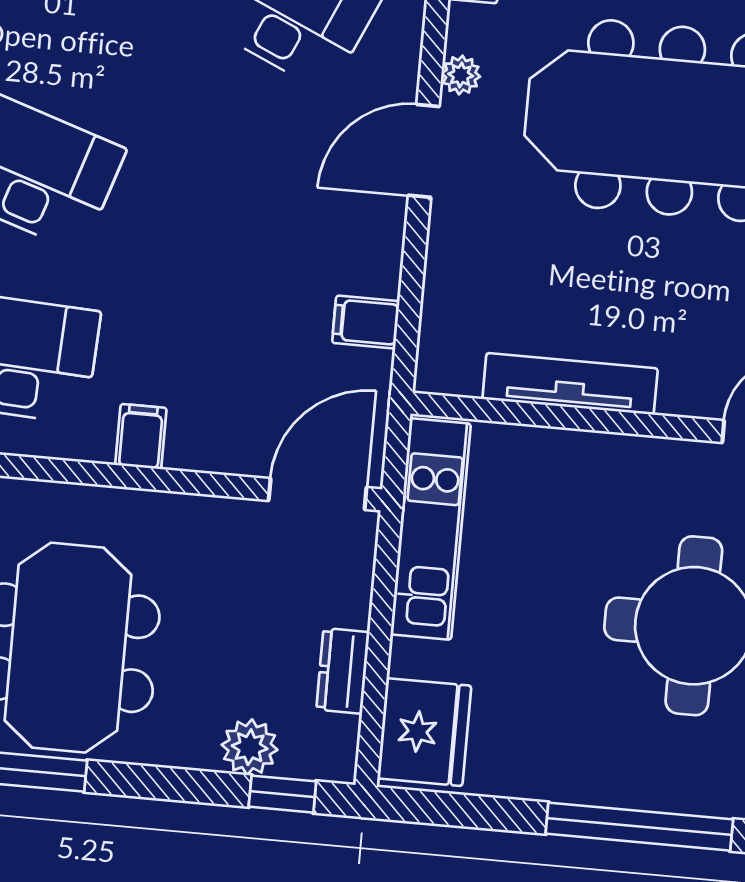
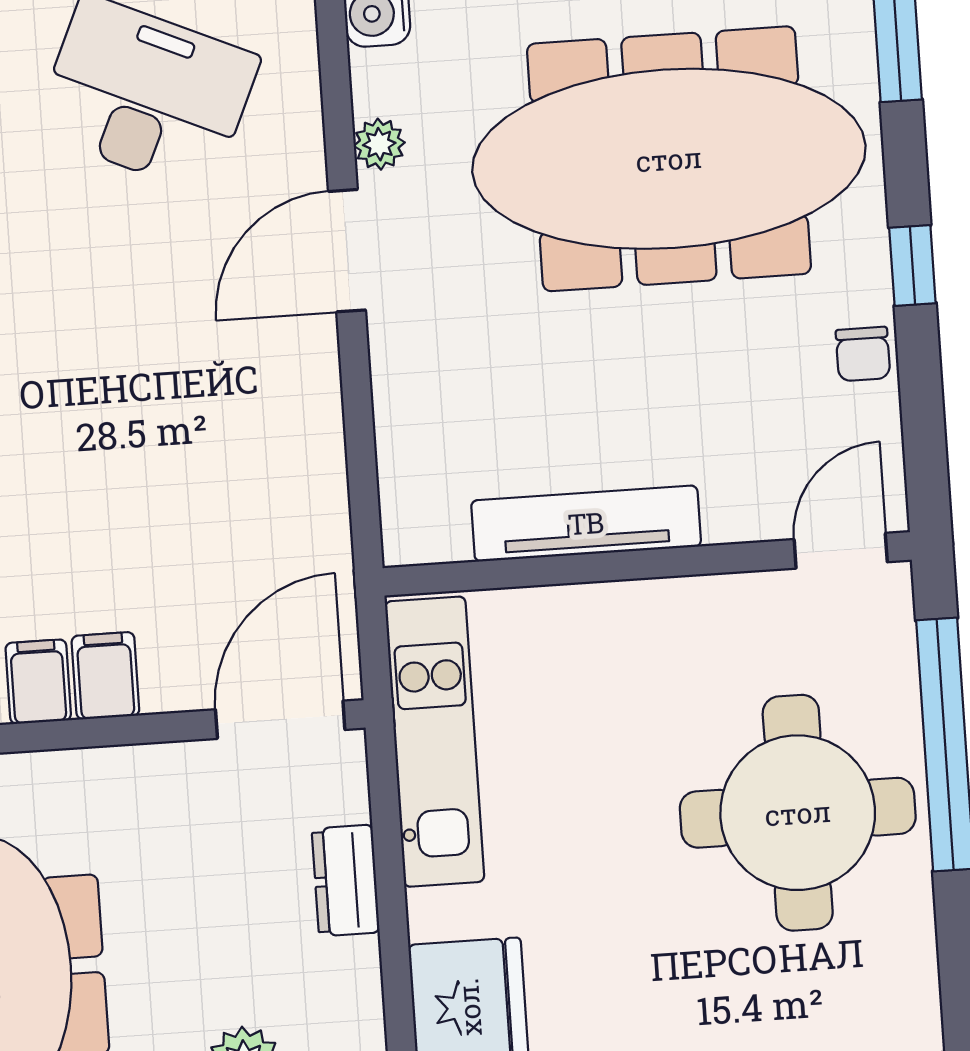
filing cabinet: (366, 322) -> (105, 676), moved, turned 90
dresser: (343, 671) -> (346, 881), moved

